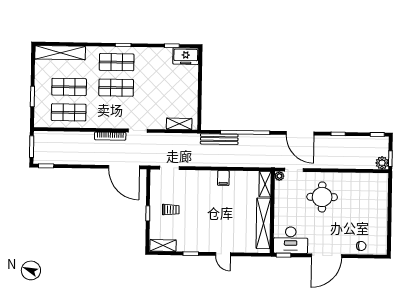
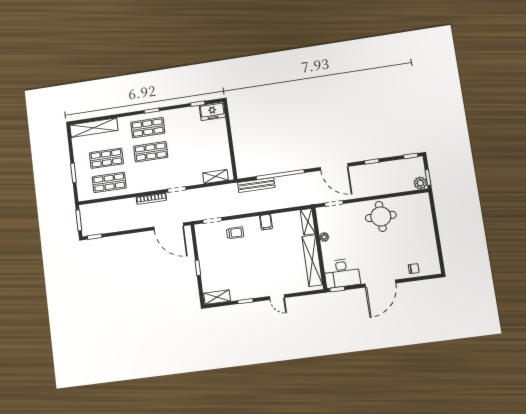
plant: (279, 176) -> (324, 237), moved
round table: (322, 197) -> (381, 216), moved
trolley: (171, 210) -> (235, 233), moved

